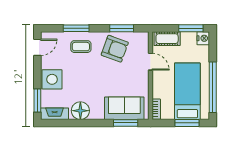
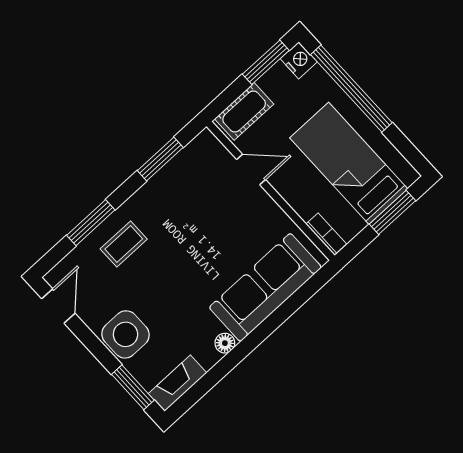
armchair: (115, 49) -> (178, 200), removed
window: (213, 87) -> (351, 89), moved
sofa: (124, 108) -> (265, 287), width x1.36
floor lamp: (80, 111) -> (225, 343), width x0.53, depth x0.53
window: (126, 123) -> (299, 298), removed

